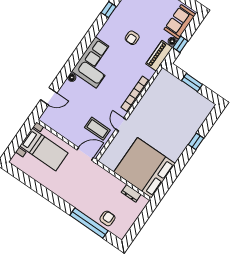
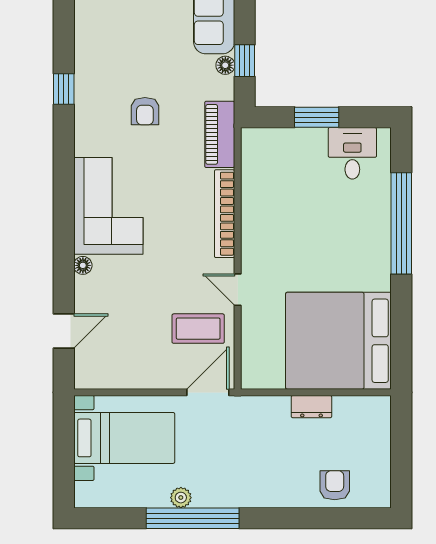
piano: (159, 56) -> (220, 134), moved
desk: (196, 104) -> (352, 153), added
window: (196, 141) -> (401, 223), width x3.17
plant: (49, 185) -> (181, 498), added
dresser: (131, 193) -> (311, 407), moved
window: (89, 223) -> (193, 518), moved

